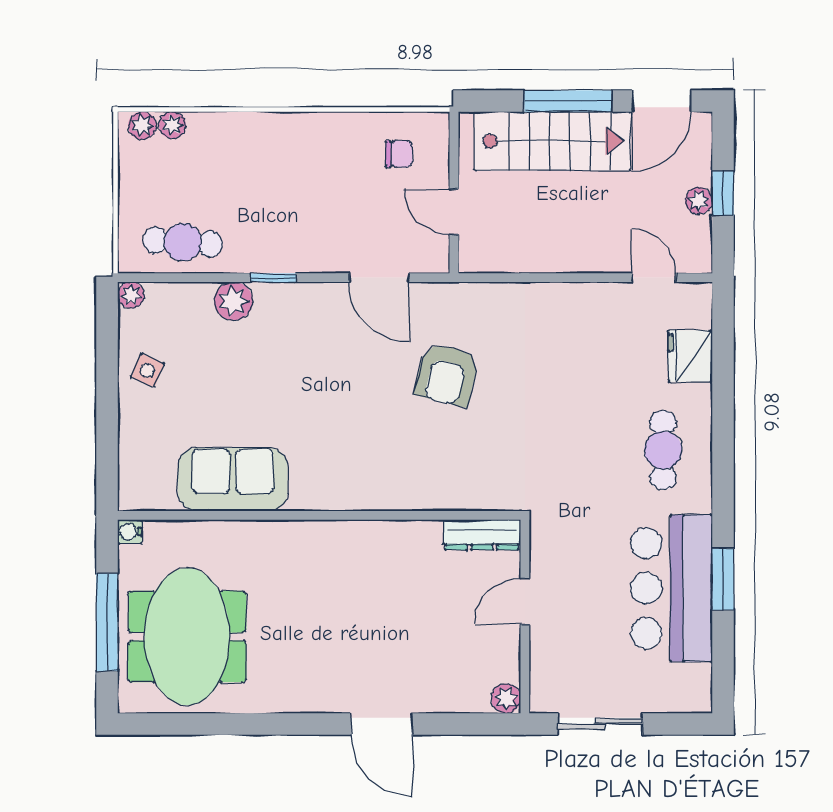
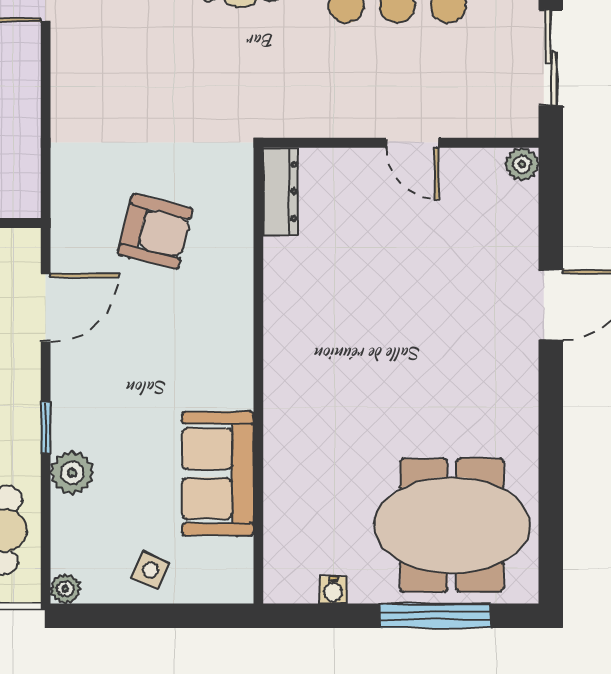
sofa: (233, 479) -> (218, 474), moved
wall: (319, 515) -> (258, 376), moved
dresser: (482, 535) -> (280, 191), moved

